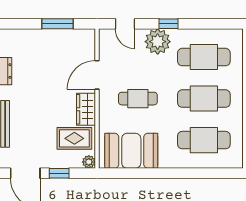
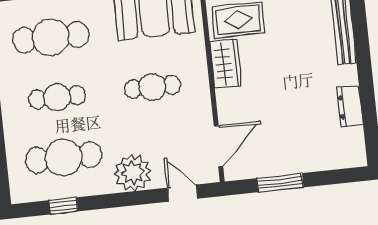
window: (169, 24) -> (64, 206), moved
door: (97, 75) -> (219, 146), moved
cafe table: (204, 99) -> (57, 97), width x0.73, depth x0.74

